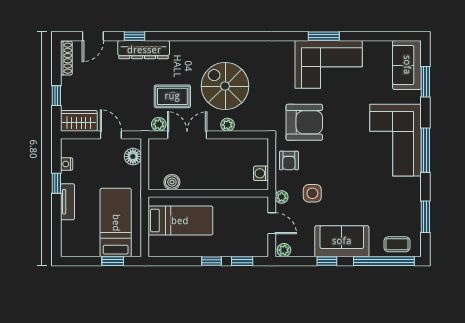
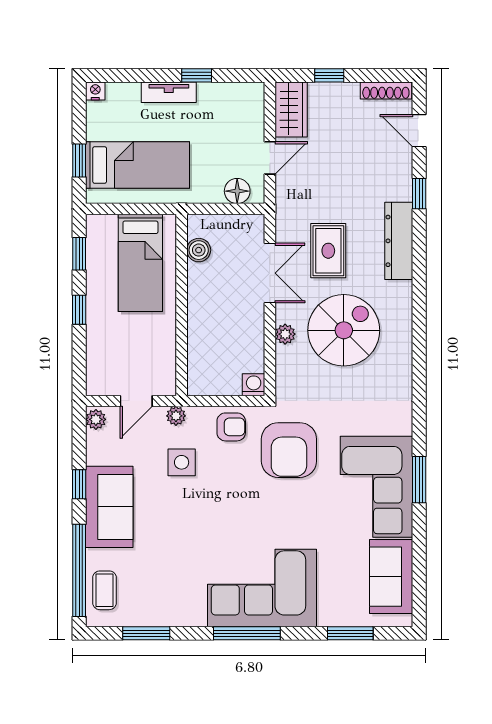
dresser: (144, 50) -> (399, 241), moved
sofa: (407, 65) -> (391, 577), moved, turned -90
plant: (159, 124) -> (286, 230), removed
armchair: (289, 161) -> (231, 427), turned 180
nightstand: (67, 164) -> (95, 91), moved
washing machine: (261, 173) -> (254, 385), moved
window: (242, 261) -> (79, 254), moved

